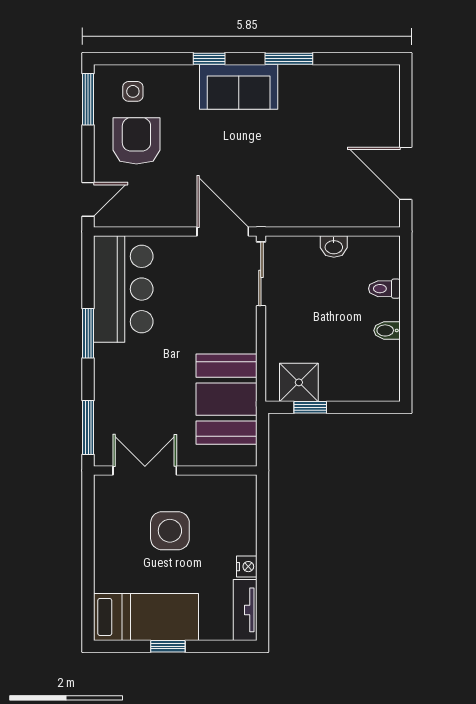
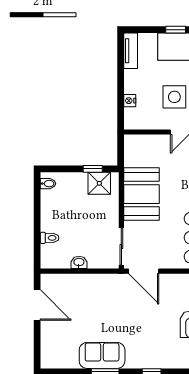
sofa: (239, 87) -> (102, 355), moved
bidet: (387, 330) -> (48, 184), moved
booth: (226, 399) -> (142, 194), moved
nightstand: (247, 567) -> (130, 101), moved

